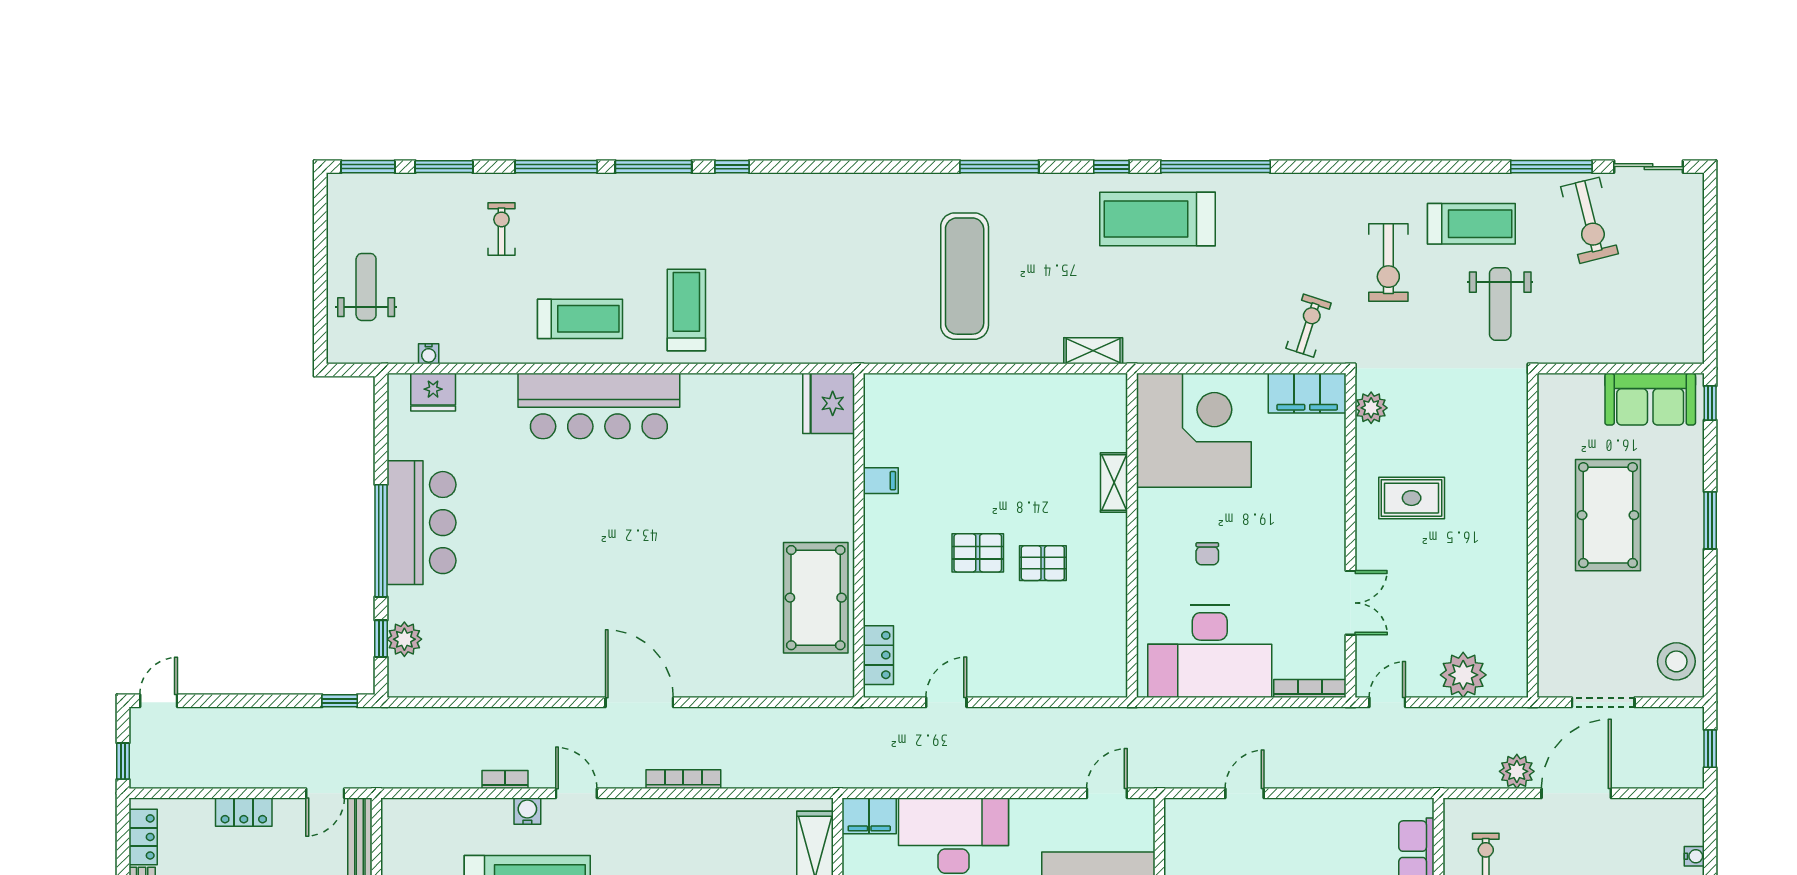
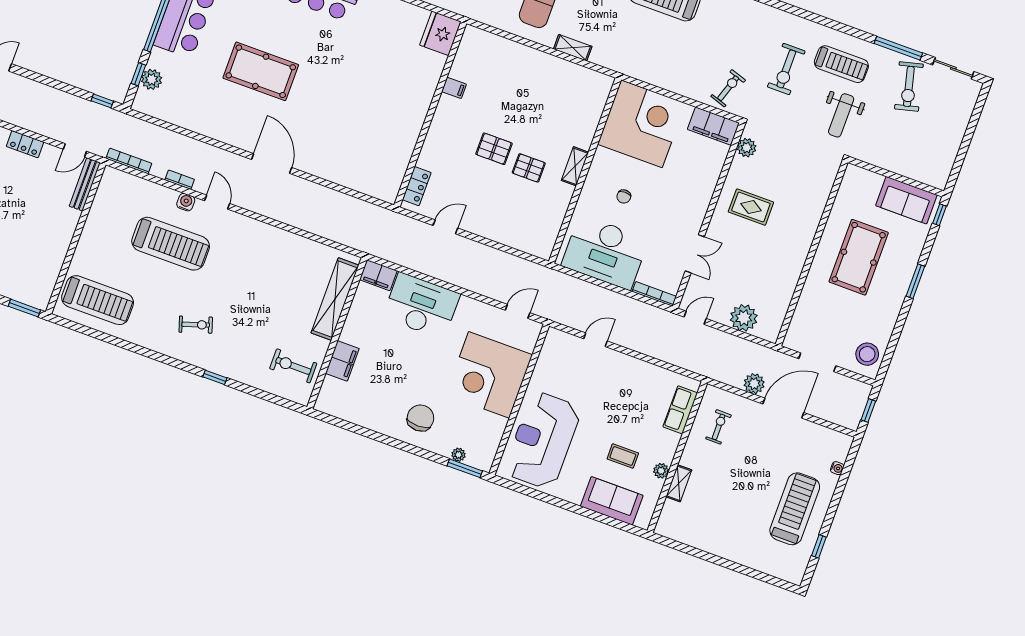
shelving: (1093, 351) -> (573, 48), moved
shelving: (1114, 483) -> (575, 166), moved
pool table: (816, 598) -> (261, 71), moved, turned 90
bookcase: (683, 779) -> (129, 161), moved

